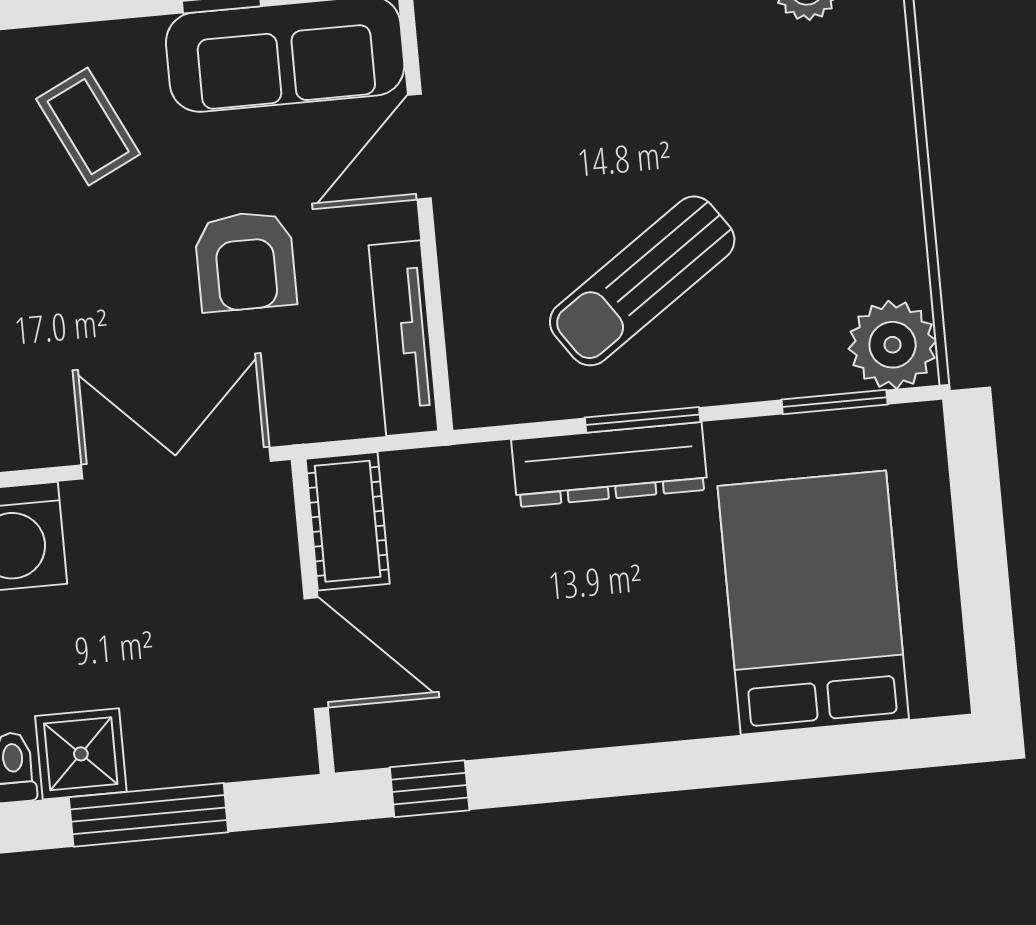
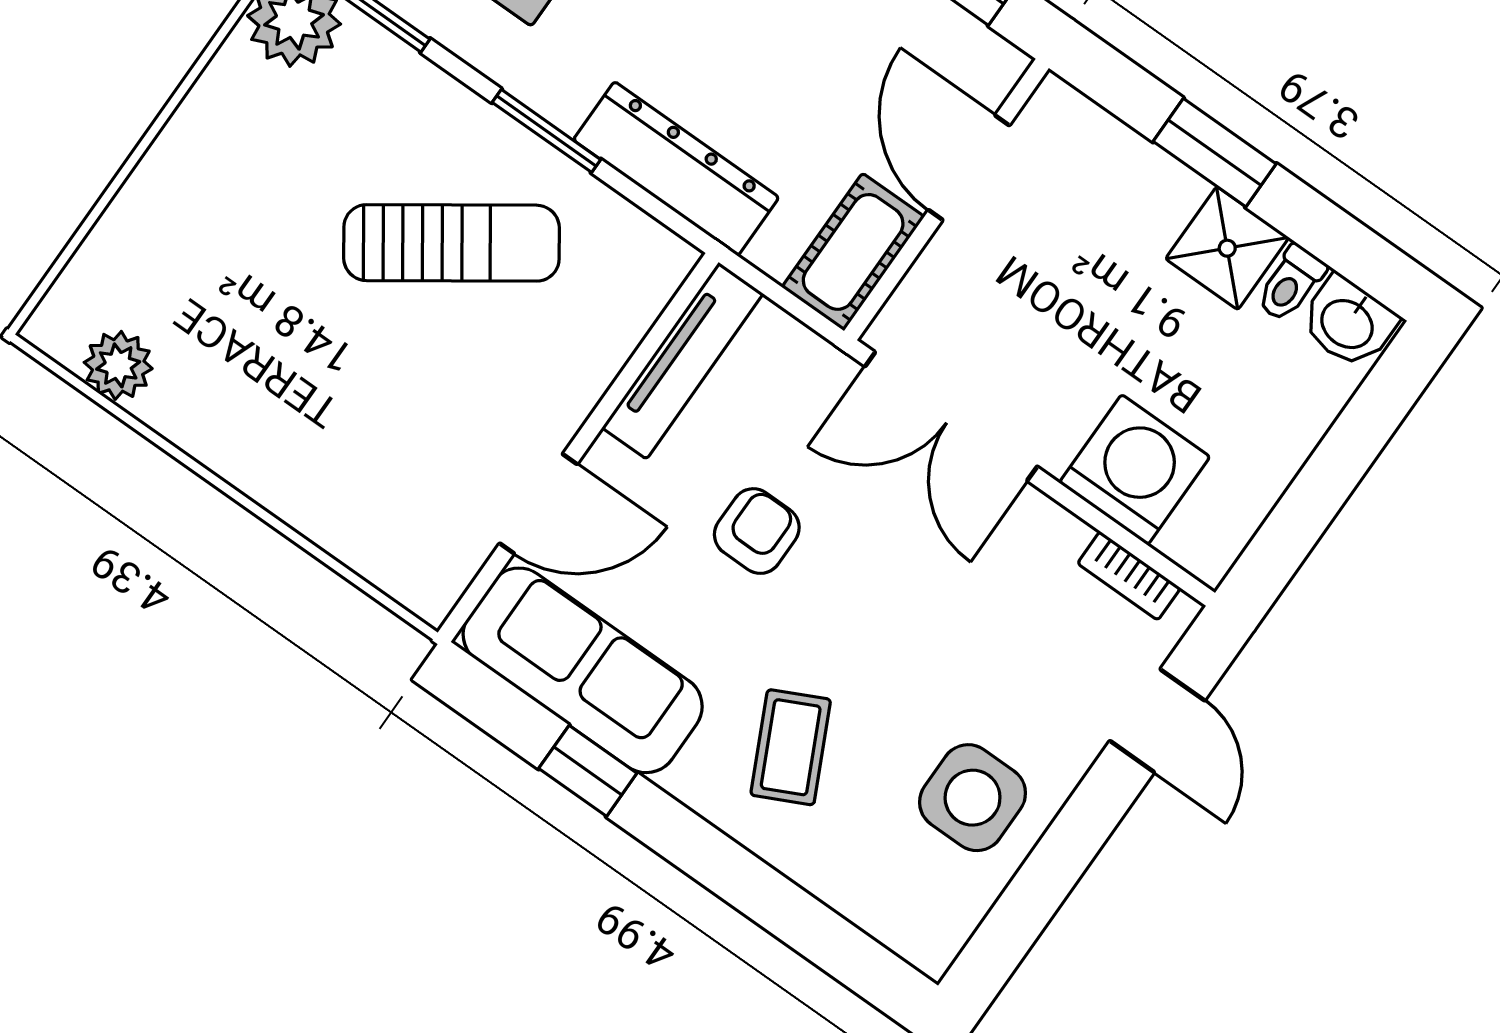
armchair: (245, 261) -> (757, 531), width x0.72, depth x0.72
dresser: (609, 465) -> (676, 169), moved
window: (149, 815) -> (1215, 153), width x0.69

